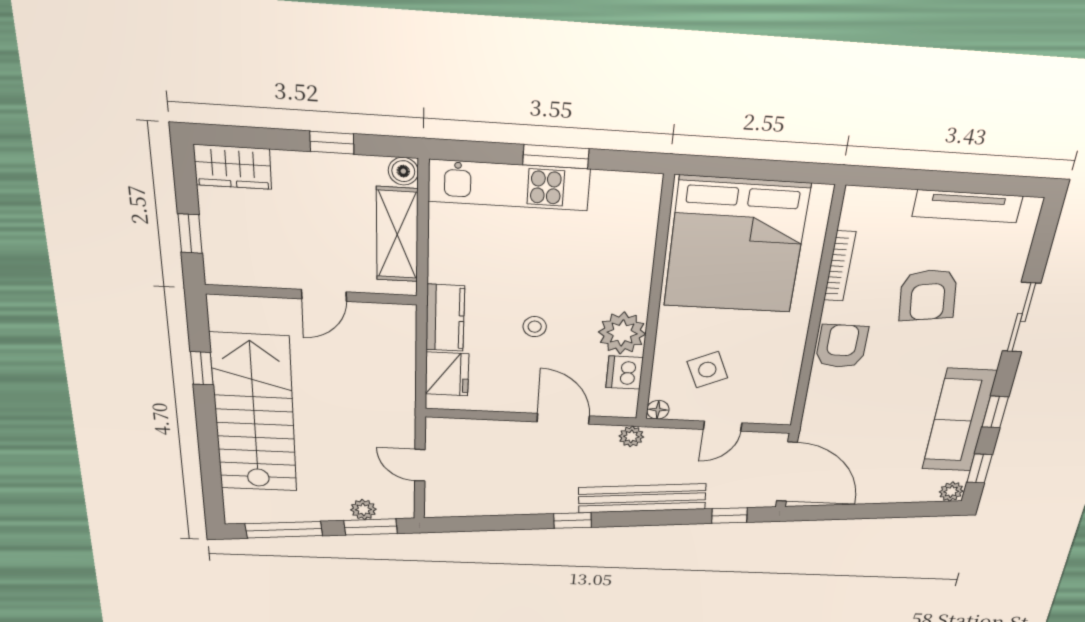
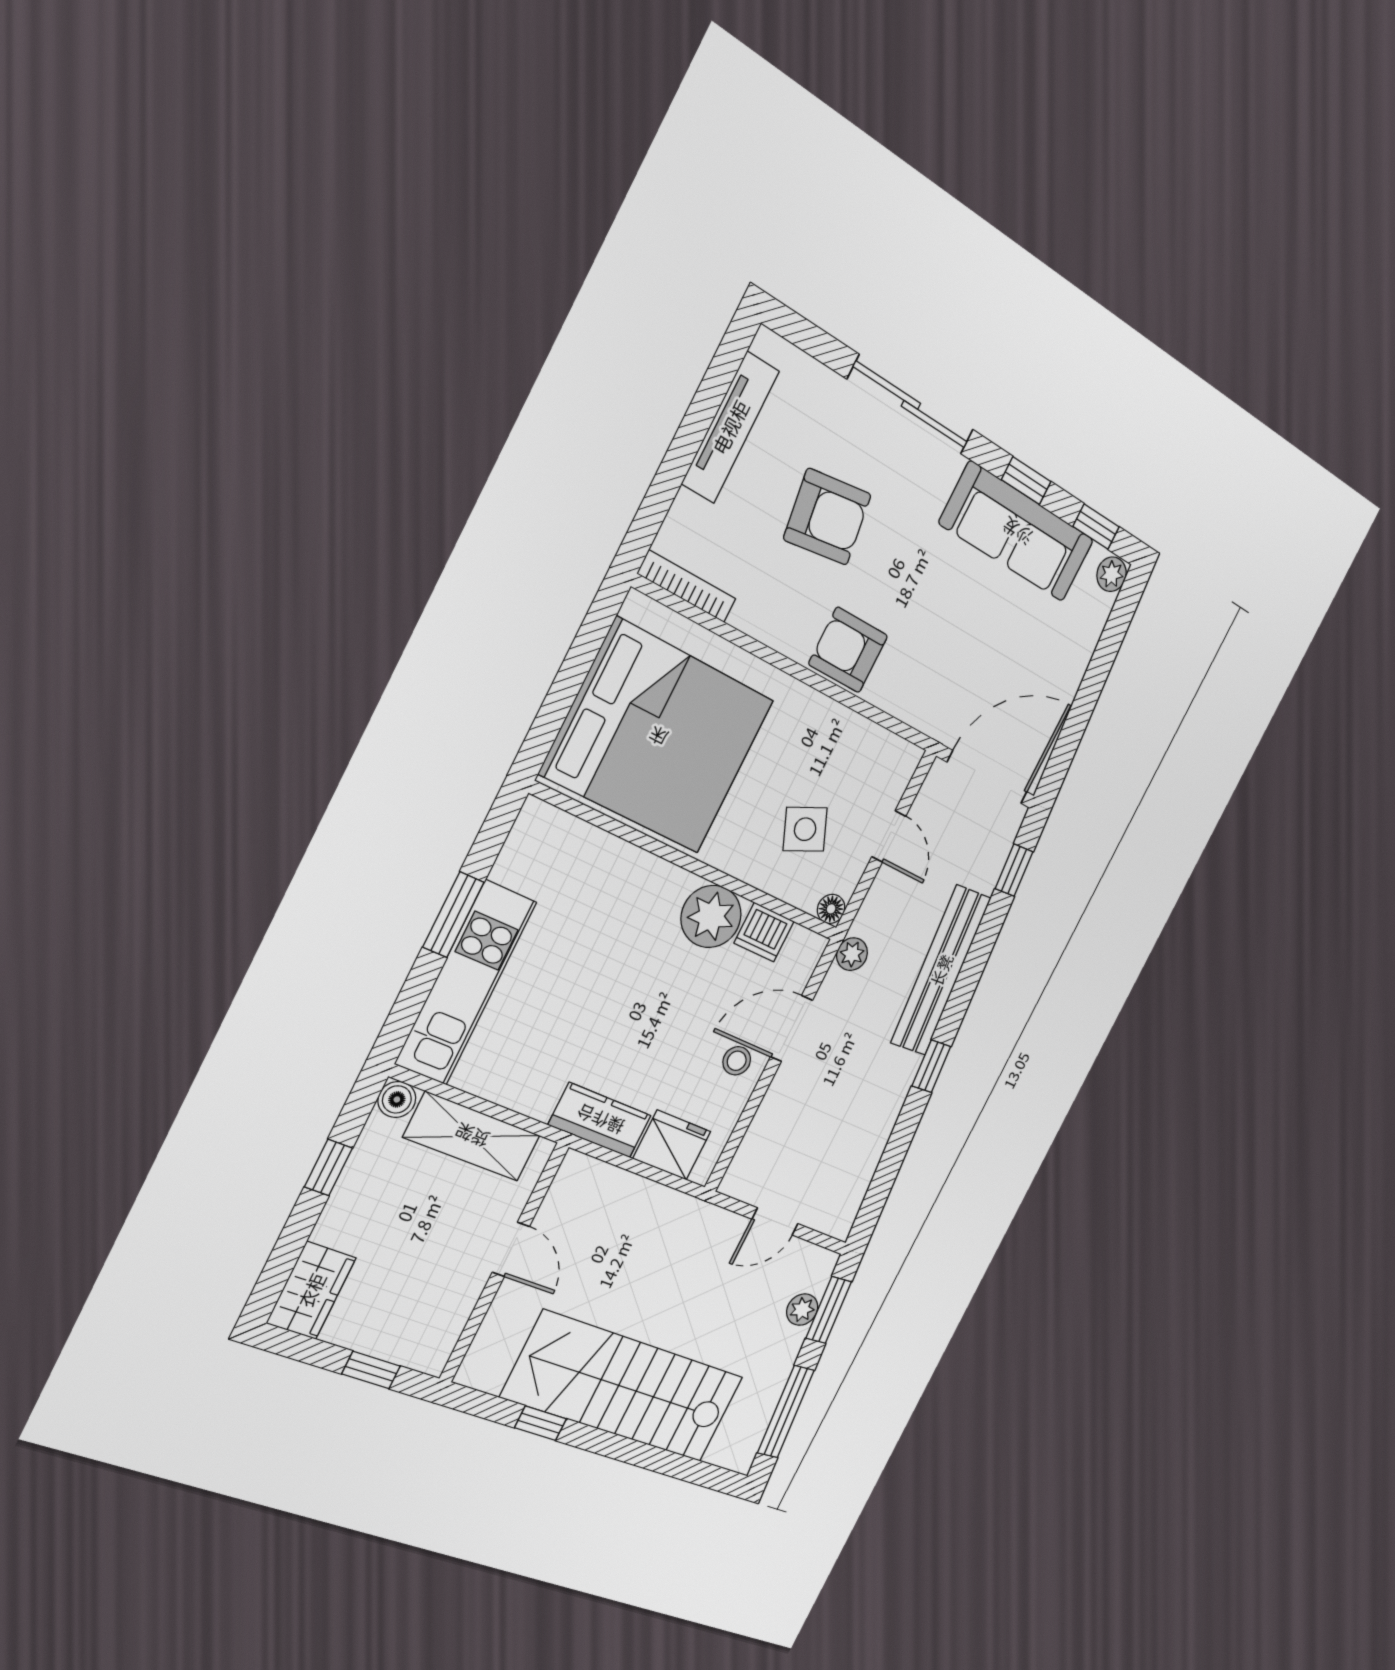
bookcase: (840, 266) -> (687, 586), moved
sliding door: (1021, 318) -> (911, 405), width x1.37
stool: (535, 327) -> (737, 1061), moved

